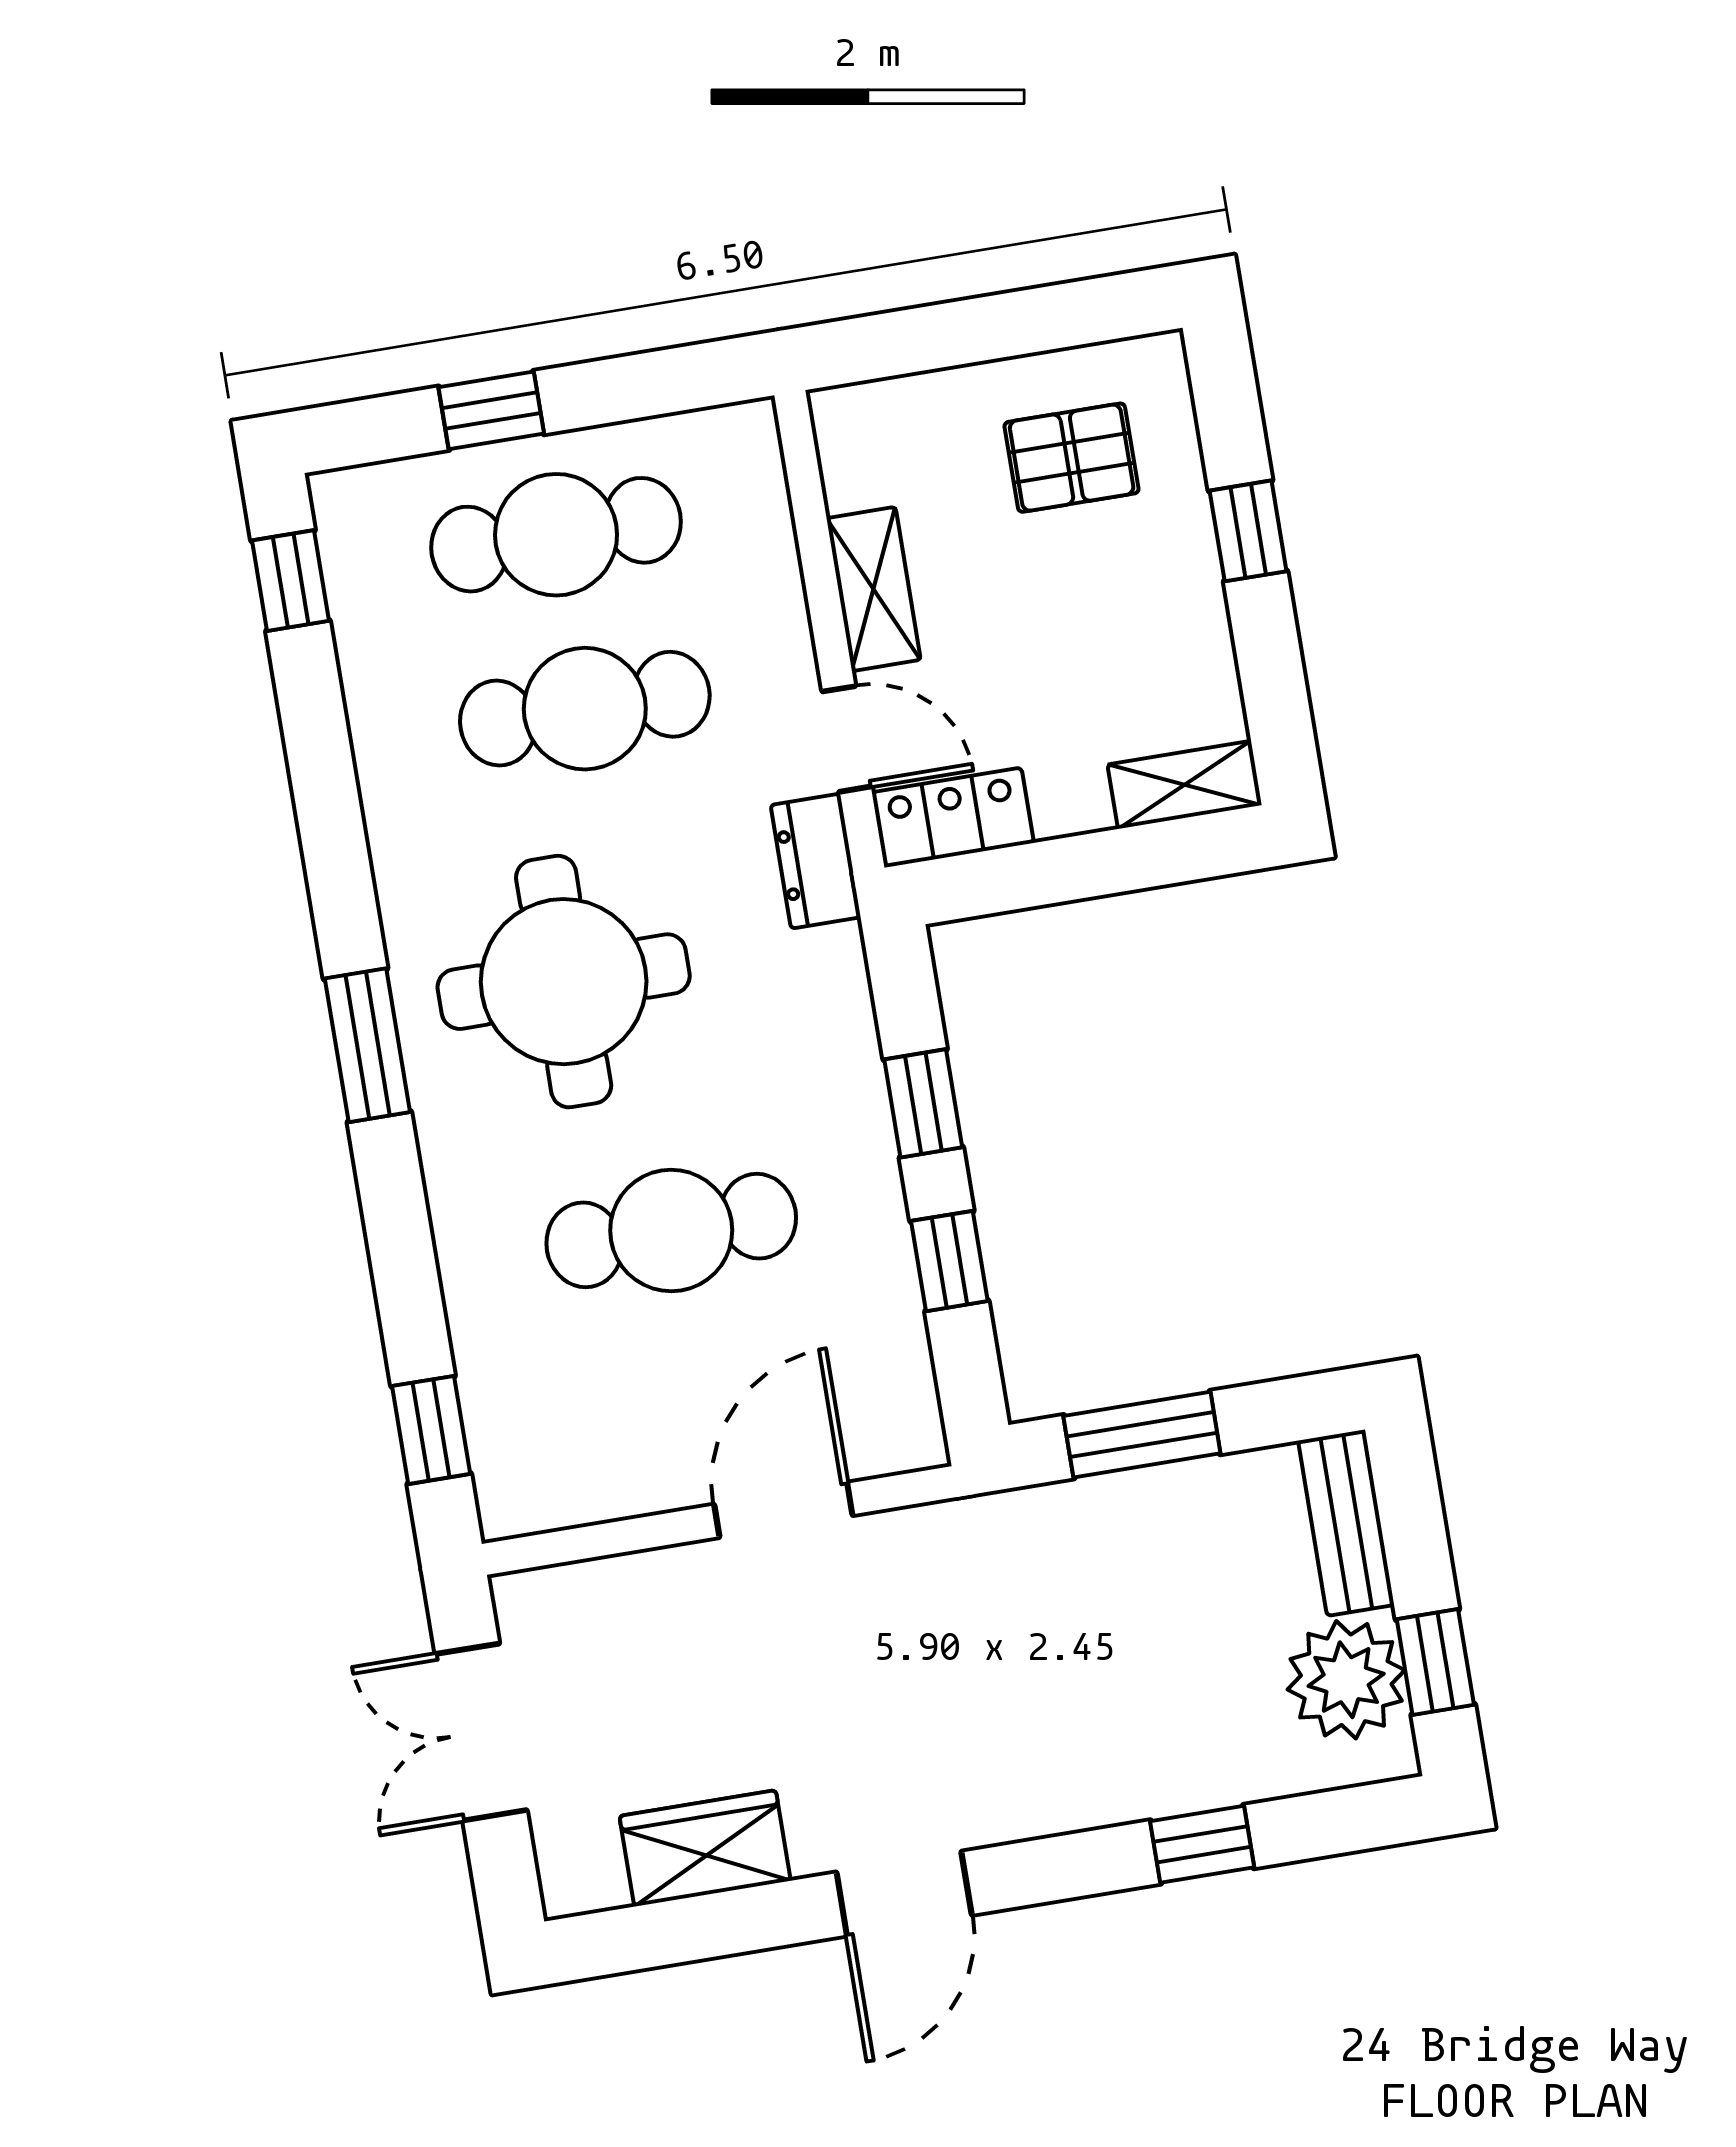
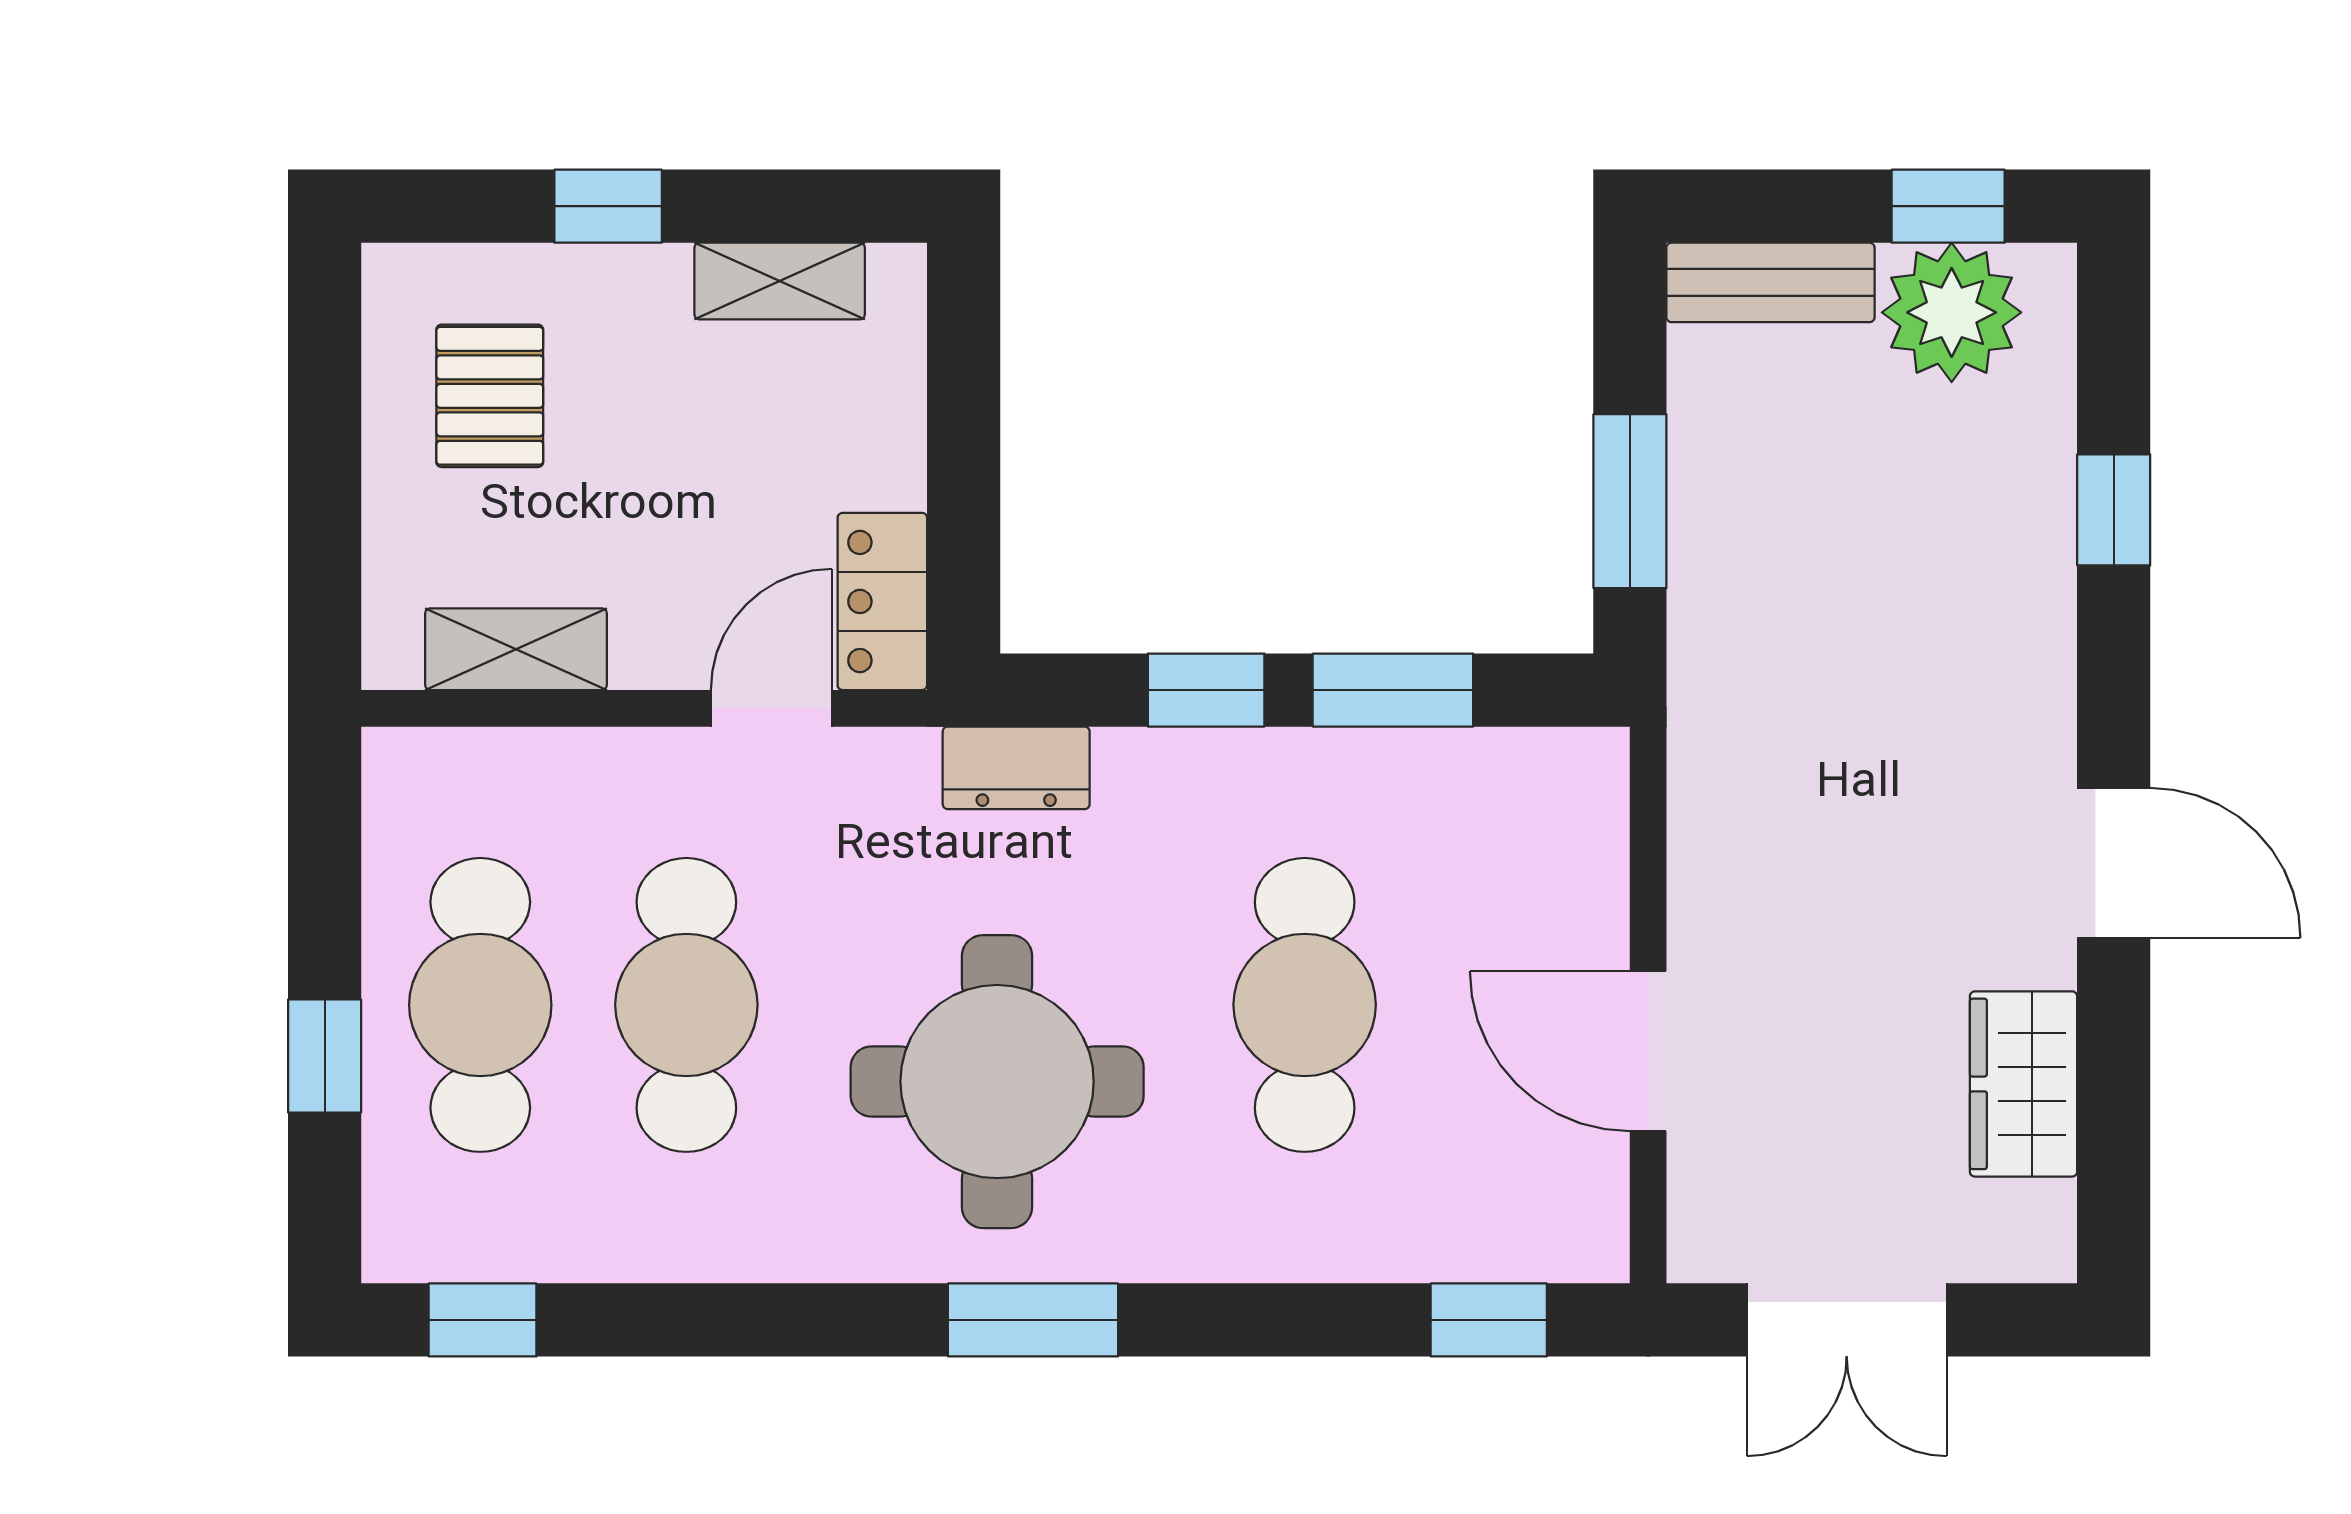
shelving: (874, 589) -> (516, 649), moved
shelving: (1185, 785) -> (780, 281), moved, turned 90
dresser: (816, 861) -> (1016, 768), moved
window: (949, 1261) -> (1393, 690), width x1.50
door: (783, 1510) -> (1648, 1051), moved

